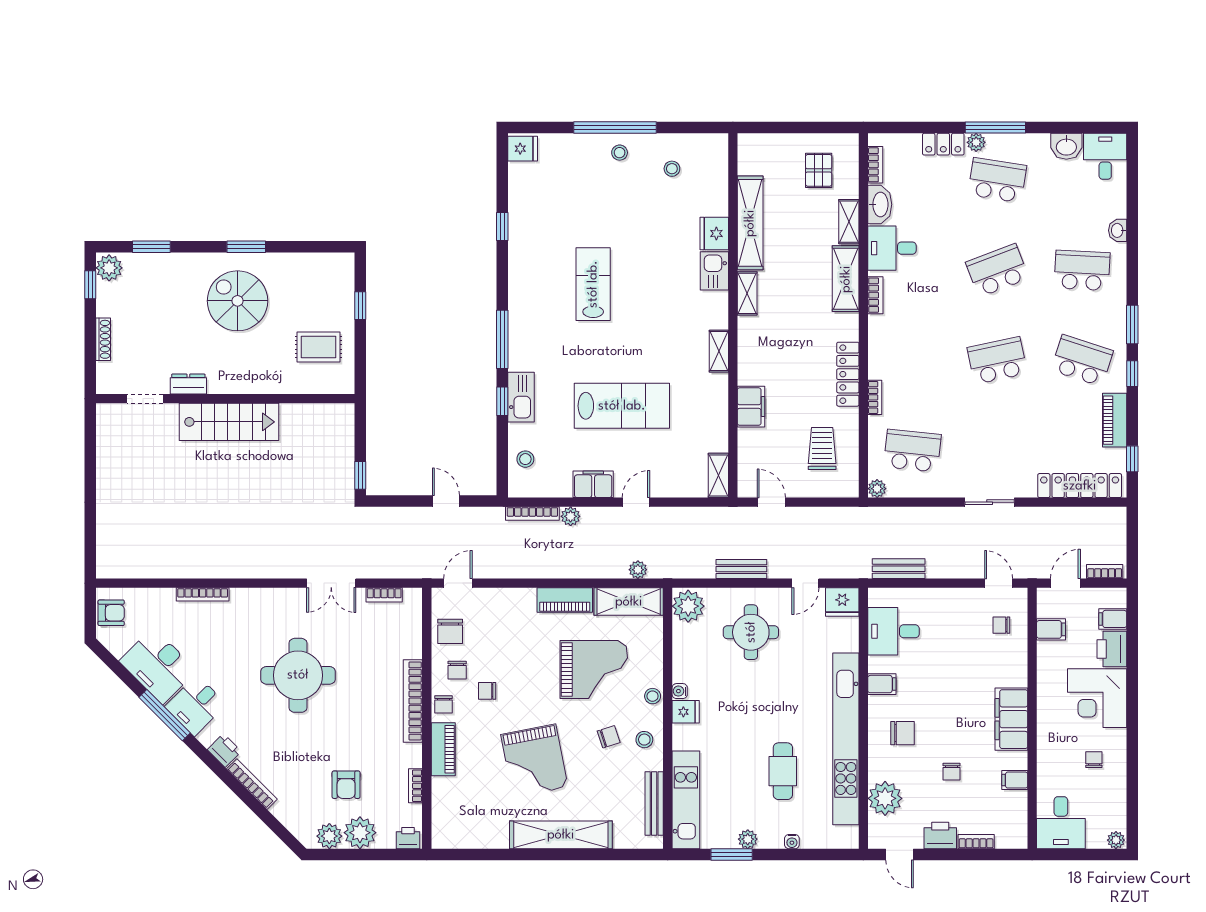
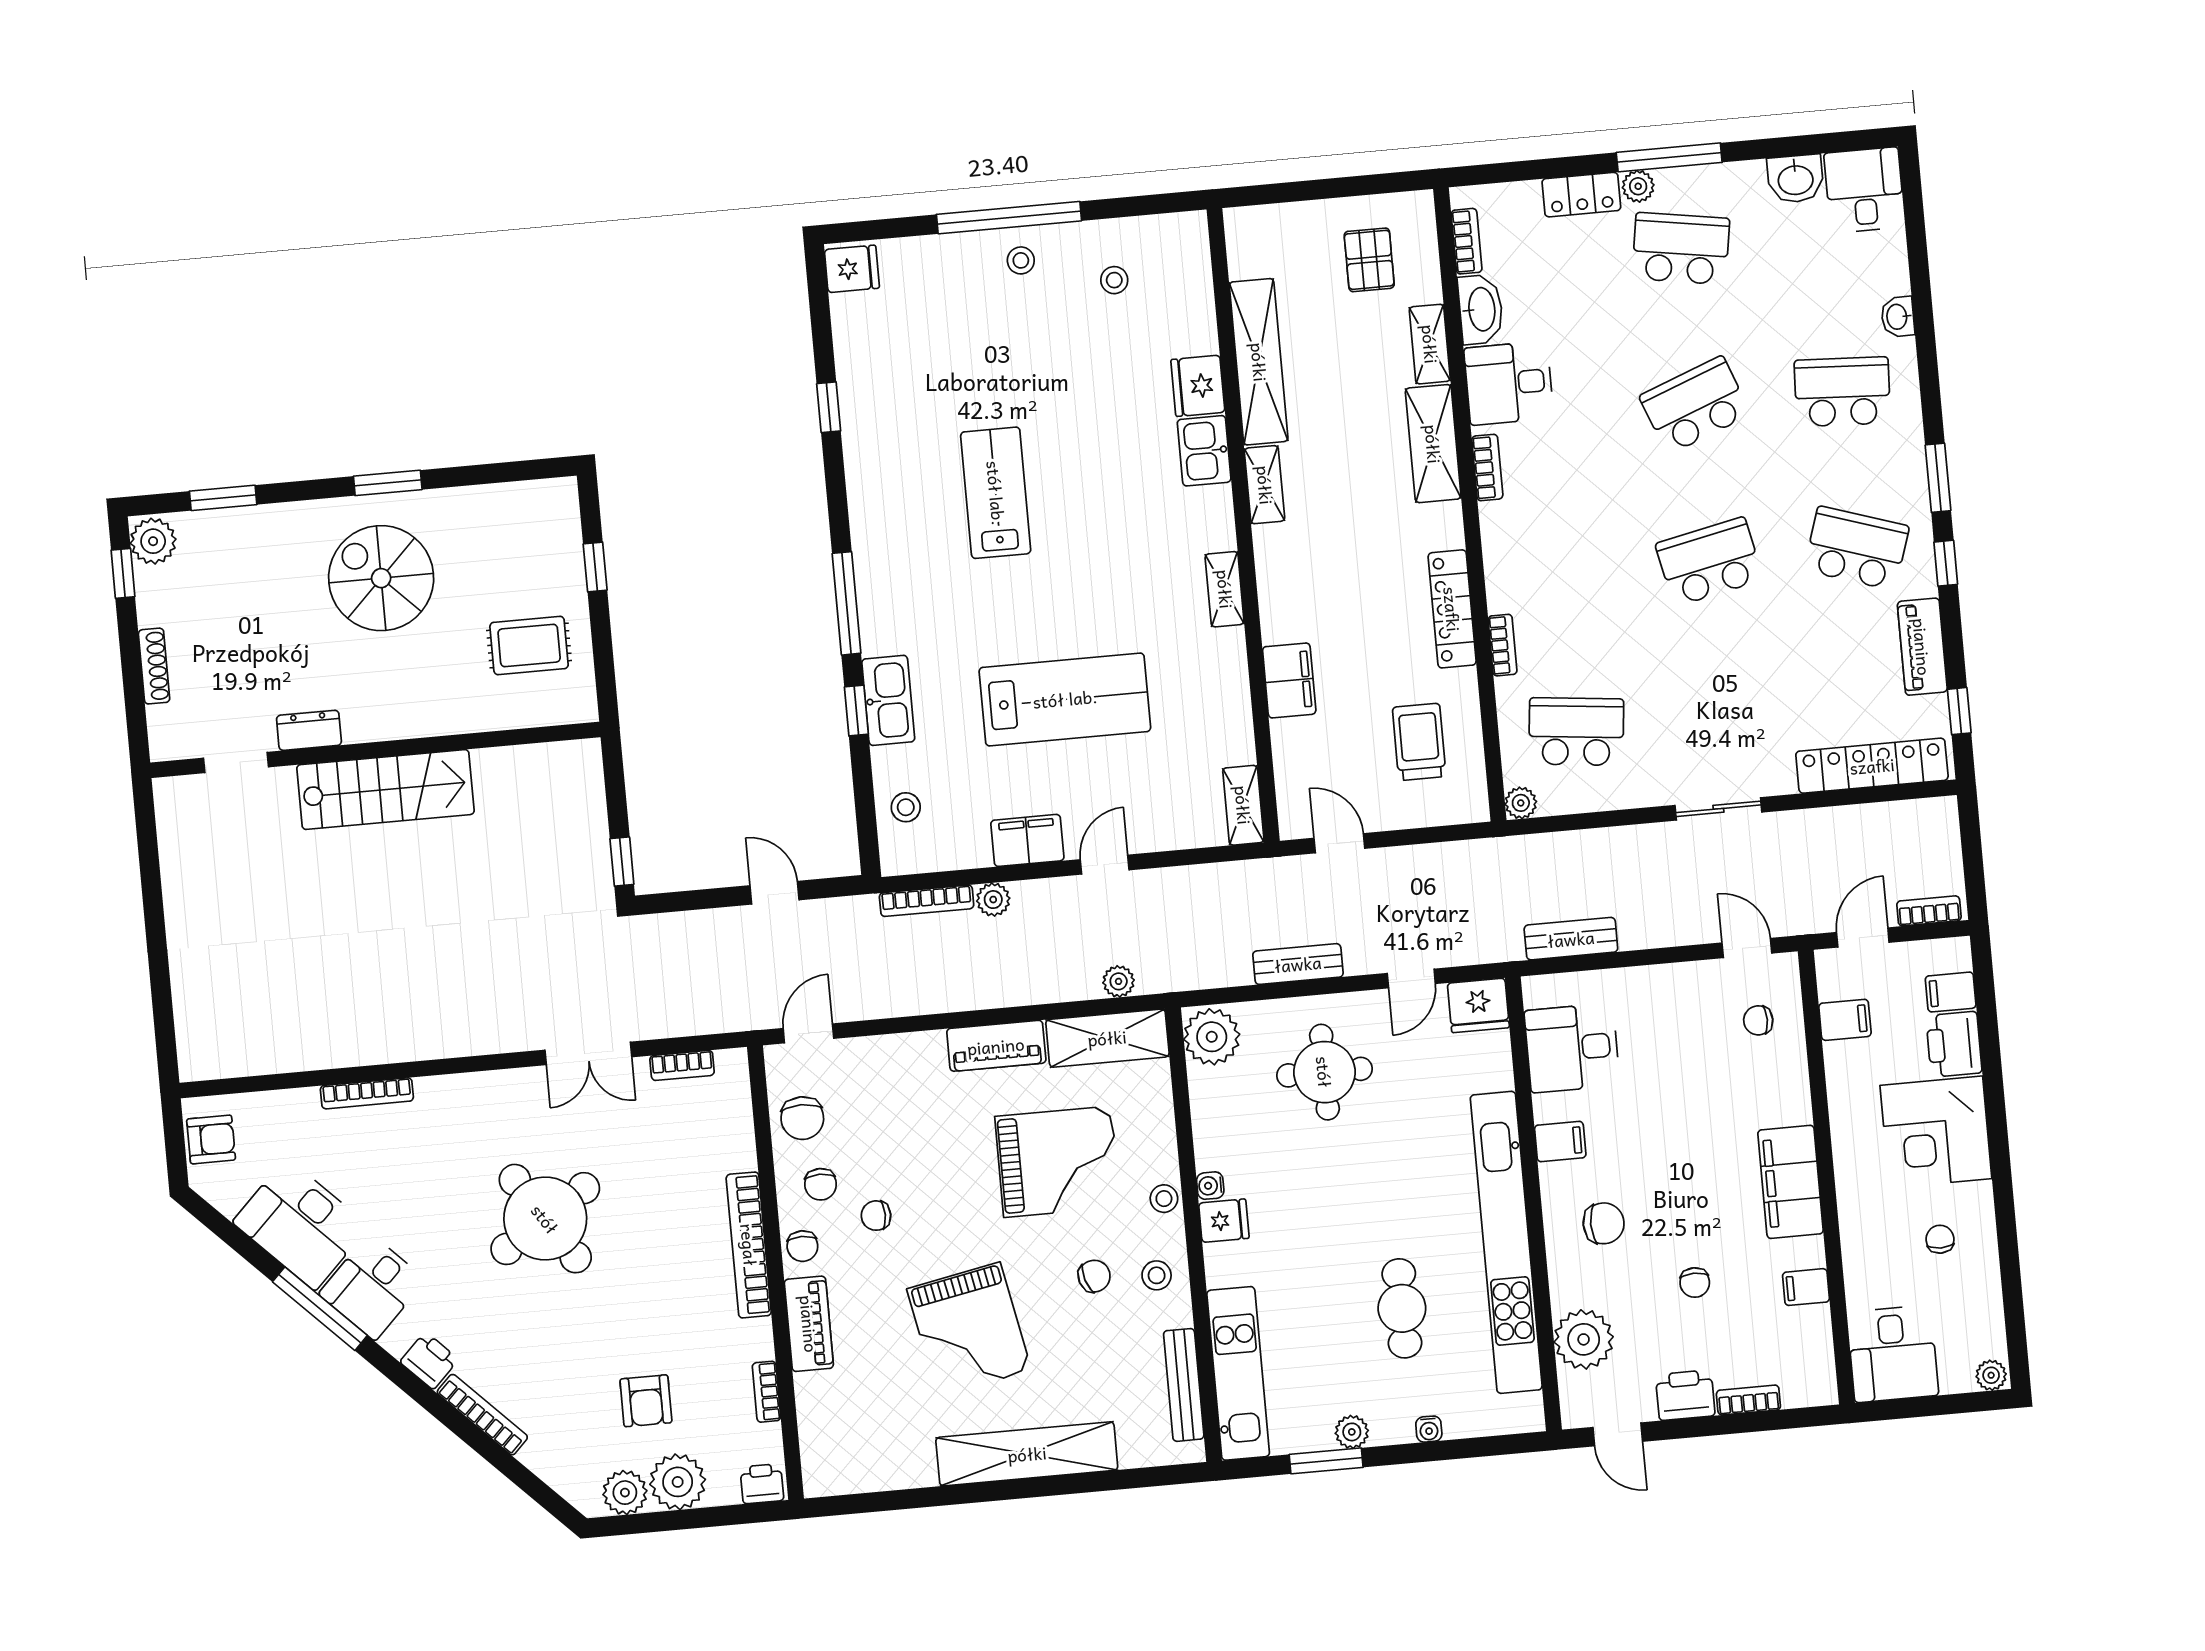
round table: (298, 675) -> (545, 1219), turned -33

